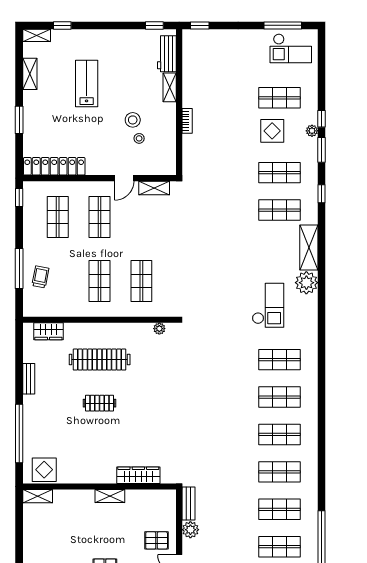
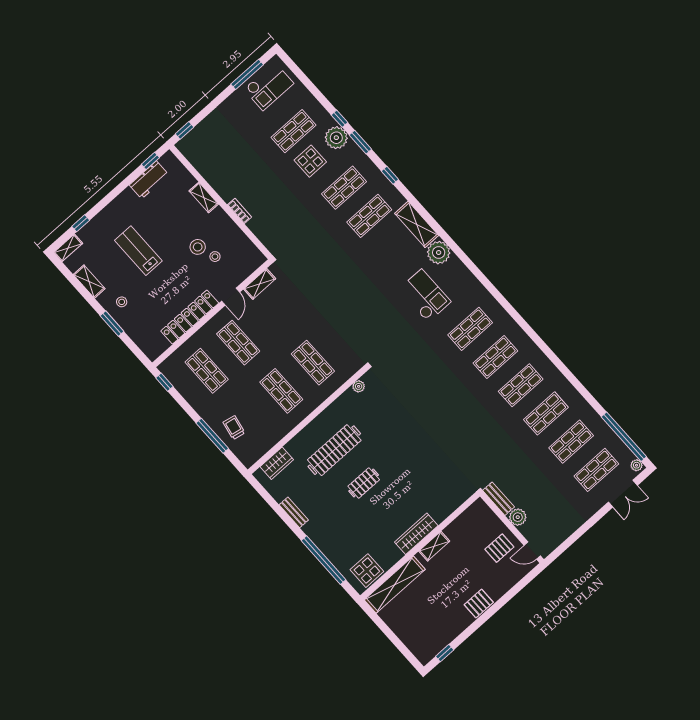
workbench: (167, 54) -> (149, 180), moved, turned -90
stool: (41, 110) -> (122, 302), added
plant: (312, 131) -> (336, 138), width x1.87, depth x1.87
locker: (54, 166) -> (190, 317), moved
wardrobe: (138, 475) -> (416, 534), moved
shelving: (38, 496) -> (395, 585), width x2.20, depth x1.33

